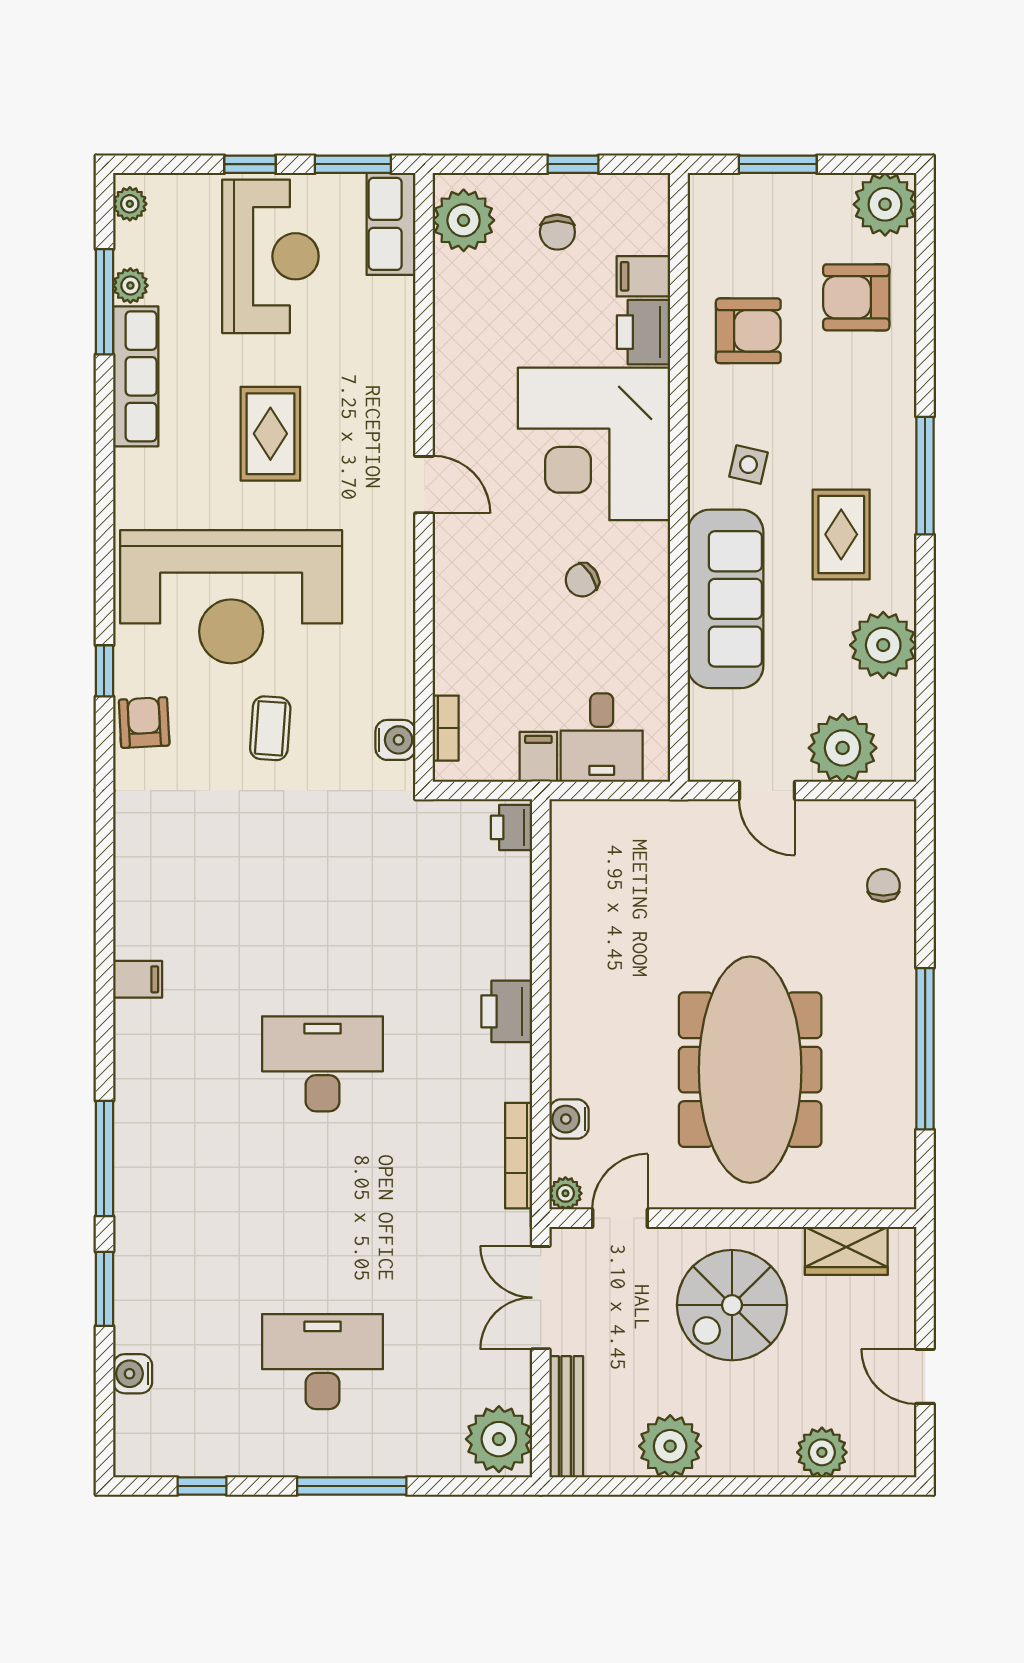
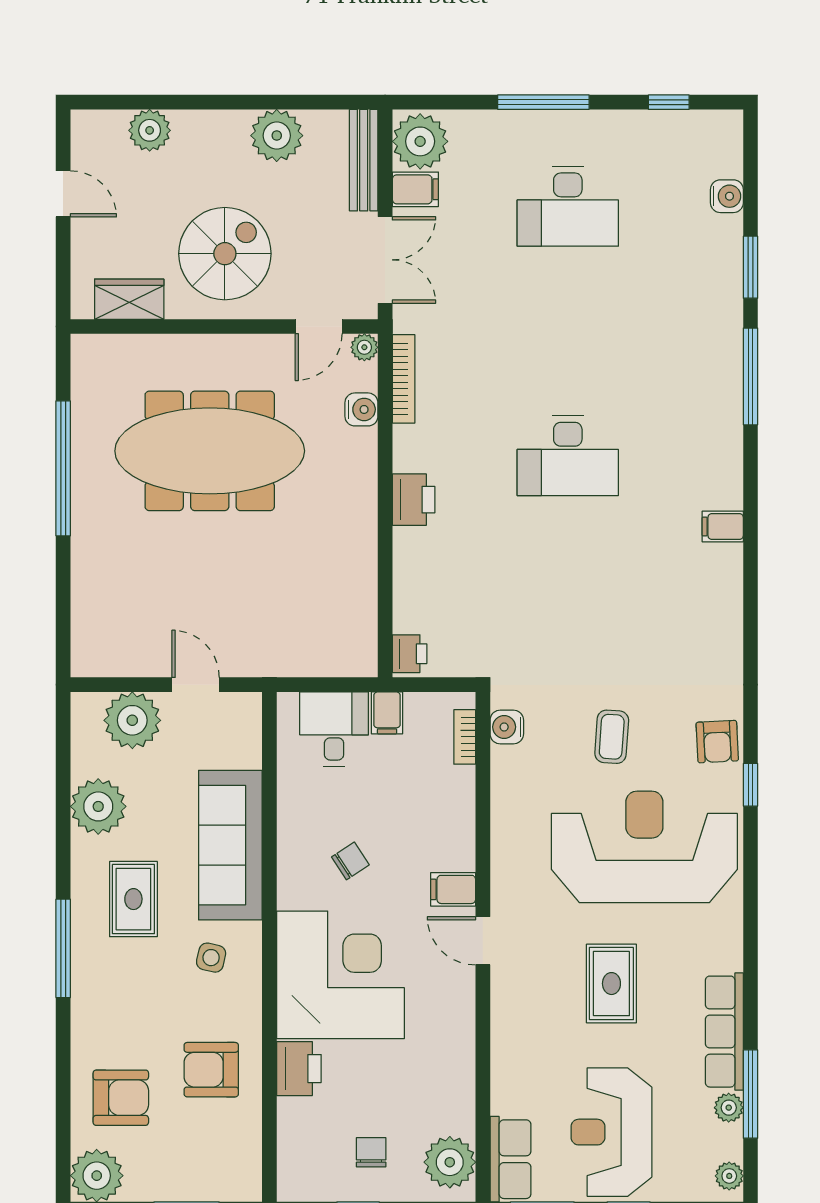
filing cabinet: (643, 276) -> (453, 889), moved, turned 180
chair: (883, 885) -> (98, 605), removed
meeting table: (750, 1070) -> (210, 451), turned 90
filing cabinet: (505, 1382) -> (415, 189), added

